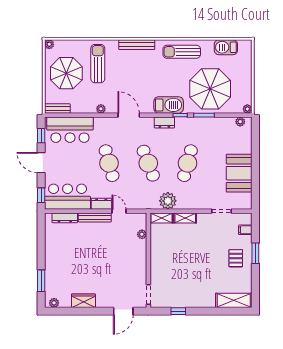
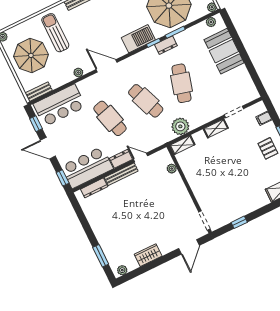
dresser: (164, 123) -> (166, 45), moved
booth: (239, 173) -> (224, 51), moved
shelving: (185, 218) -> (216, 128), moved

